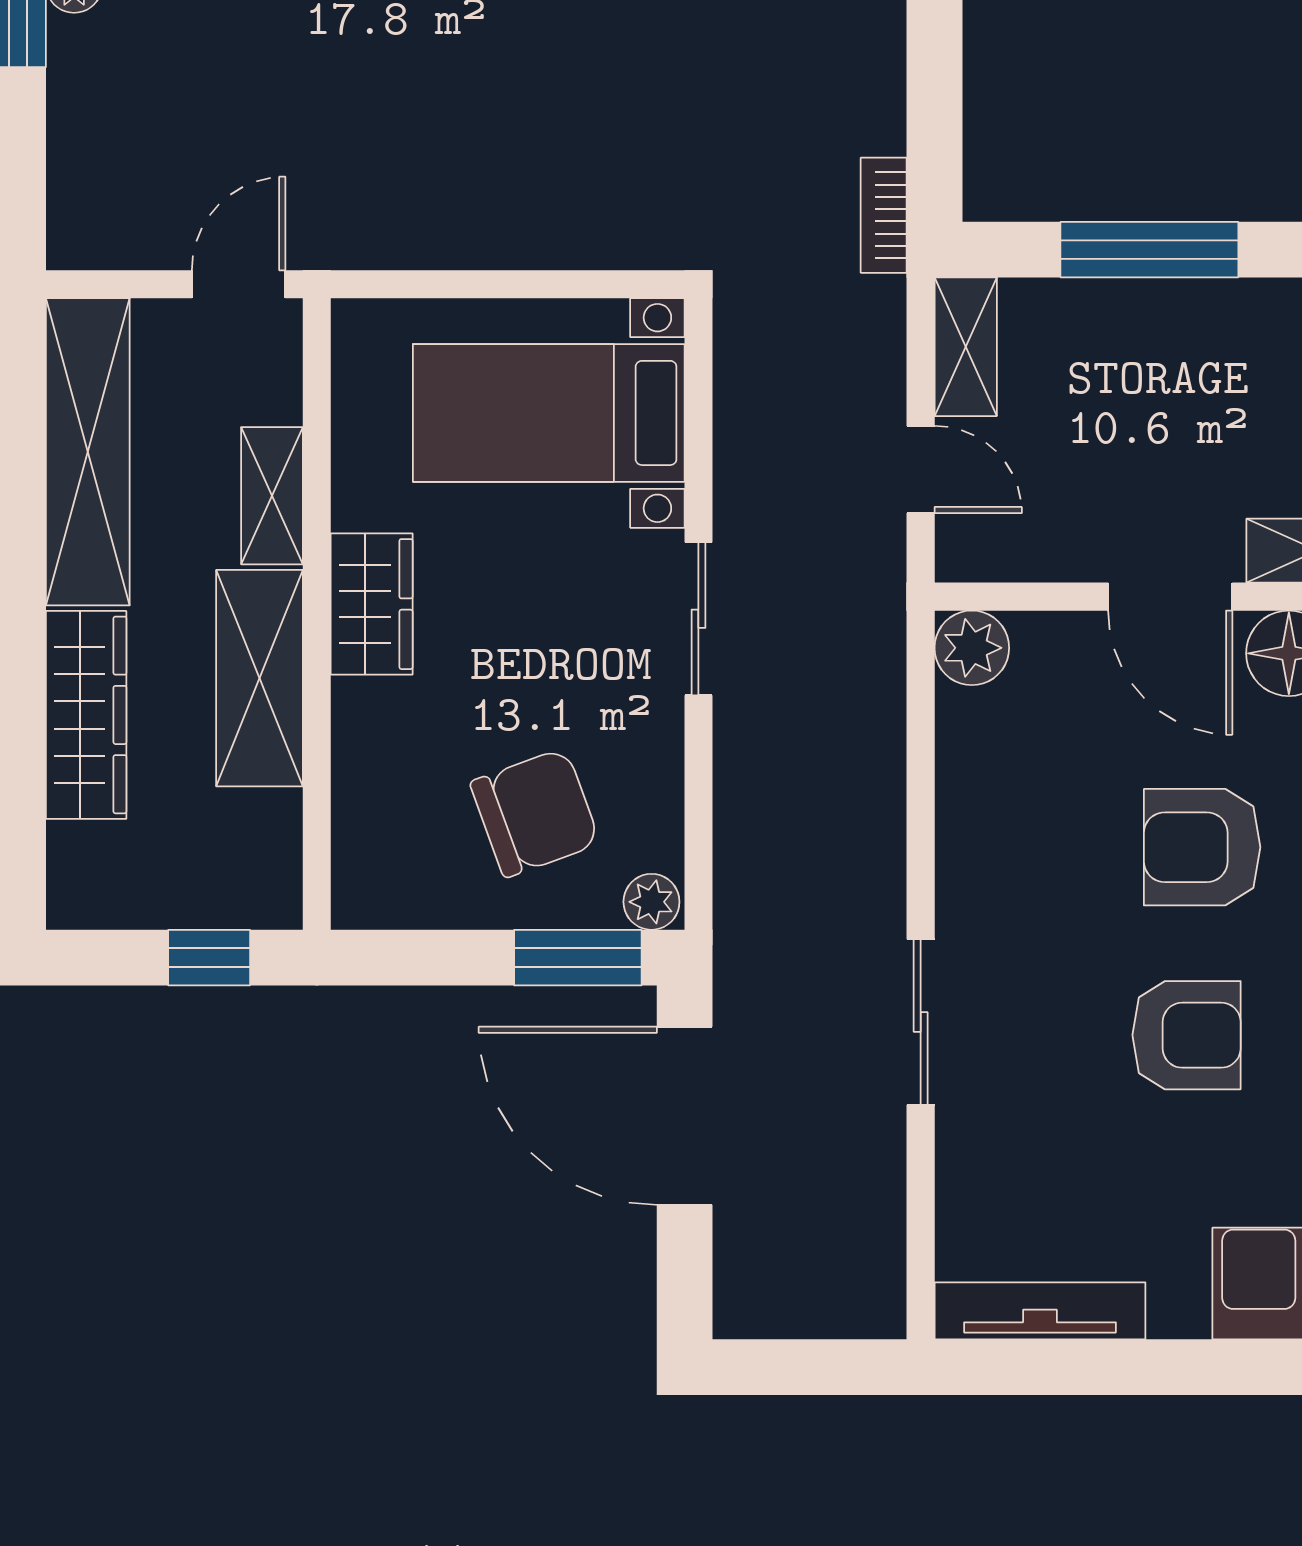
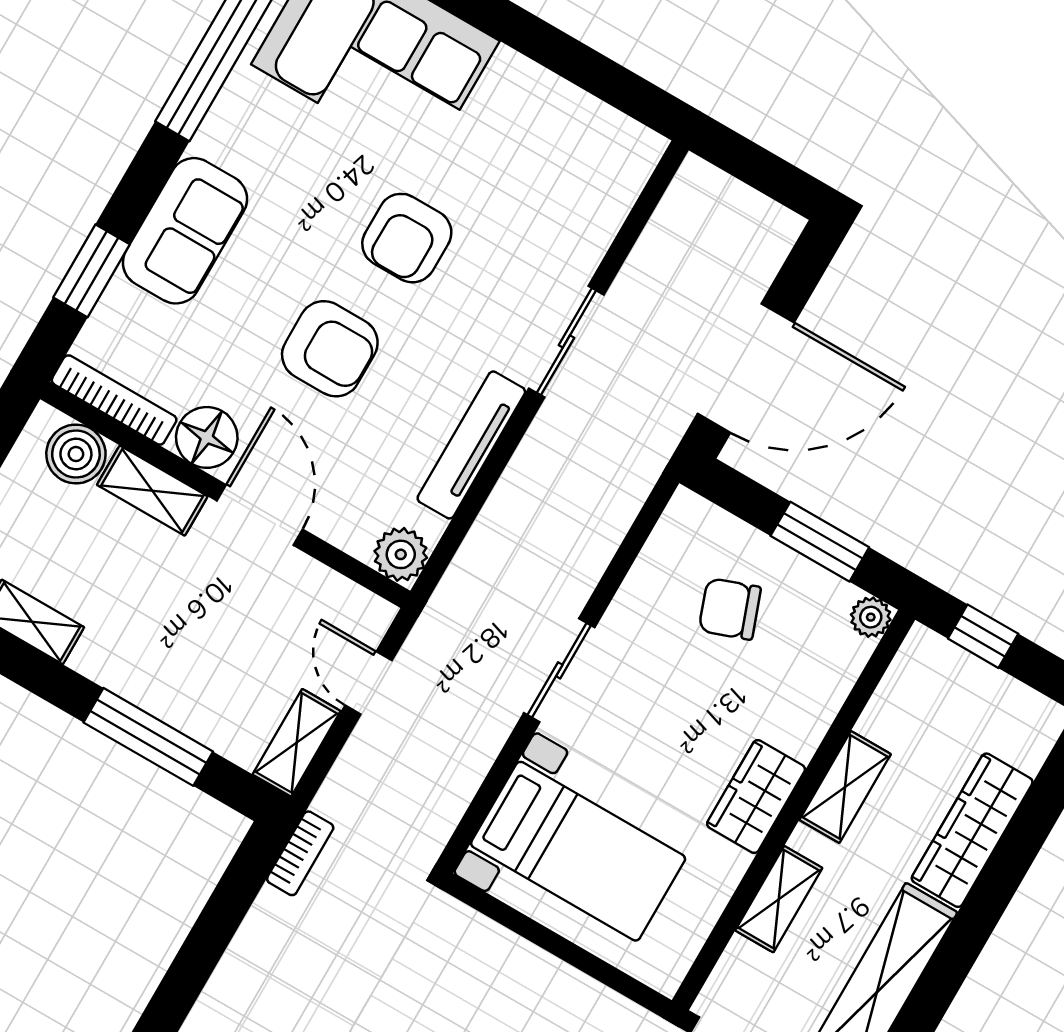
shelving: (259, 678) -> (845, 787), width x0.67, depth x0.75
chair: (535, 813) -> (730, 609), width x0.73, depth x0.73
plant: (651, 902) -> (871, 617), moved
window: (578, 958) -> (820, 542), moved
armchair: (1187, 1035) -> (407, 238), turned -90
door: (685, 1116) -> (746, 368), hinge flipped
tv unit: (1040, 1311) -> (471, 445), moved, turned 90

